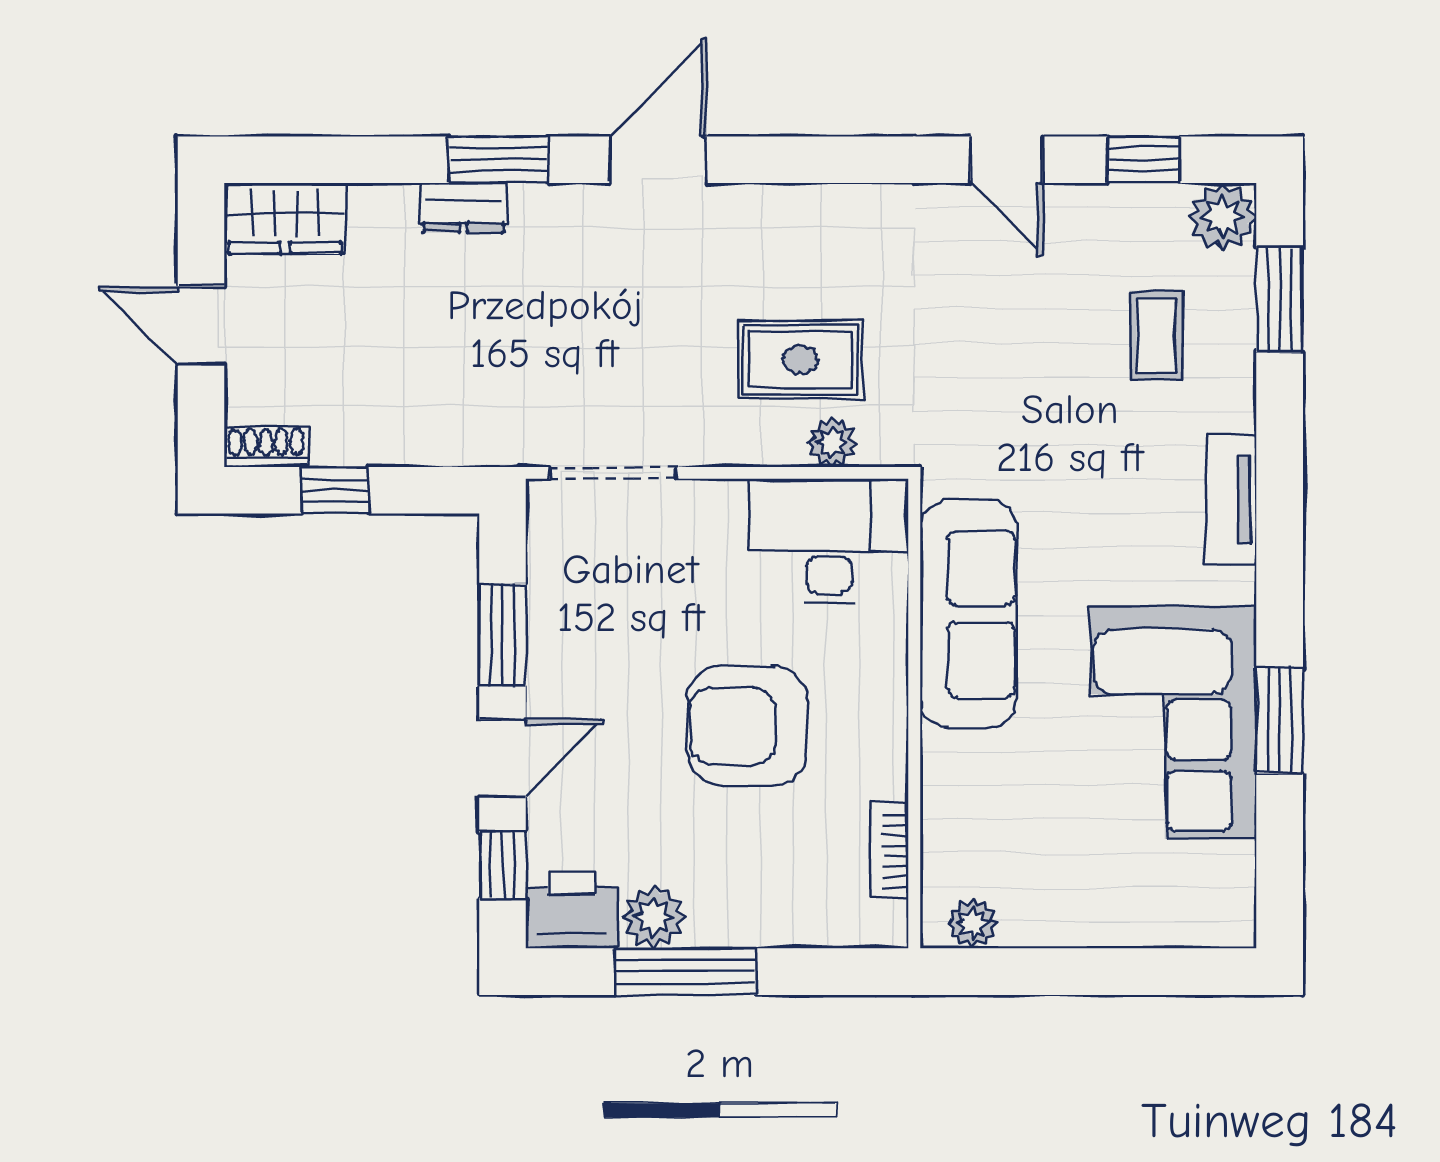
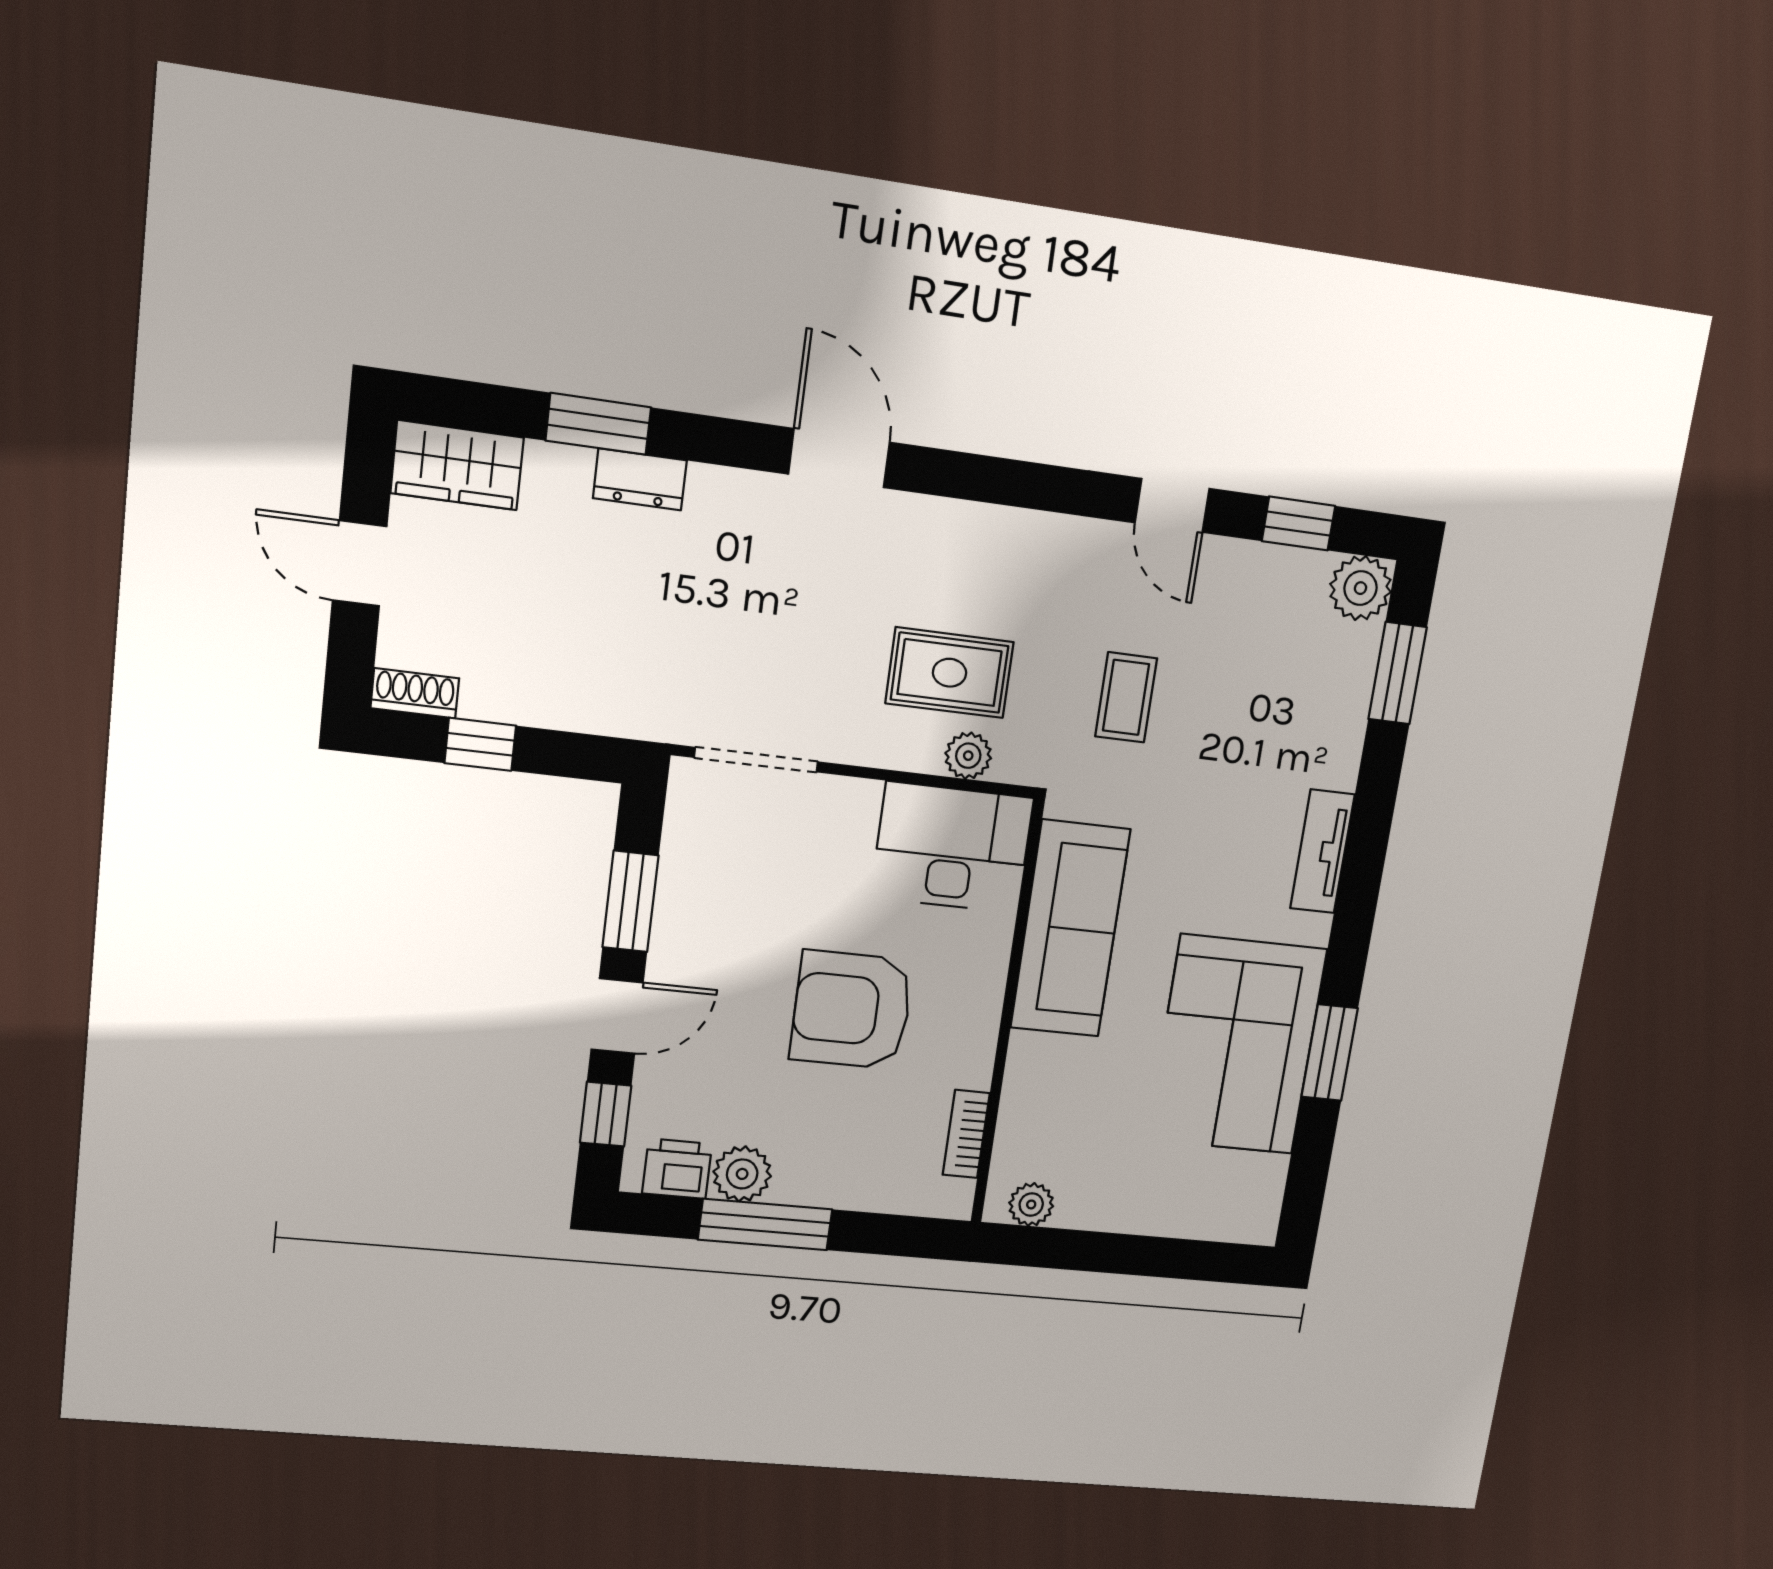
window: (498, 160) -> (598, 424), moved
door: (658, 160) -> (839, 458), hinge flipped
coffee table: (1156, 335) -> (1126, 697), moved
printer: (572, 910) -> (677, 1169), width x0.73, depth x0.81

